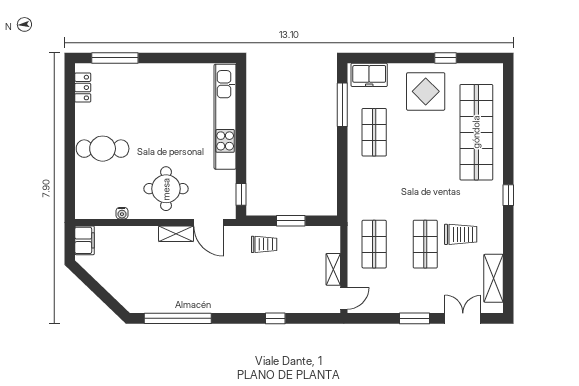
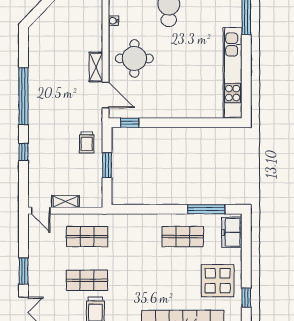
kitchen unit: (225, 117) -> (233, 72), moved, turned -90
door: (209, 222) -> (106, 95), swing flipped
window: (178, 318) -> (23, 96), moved

